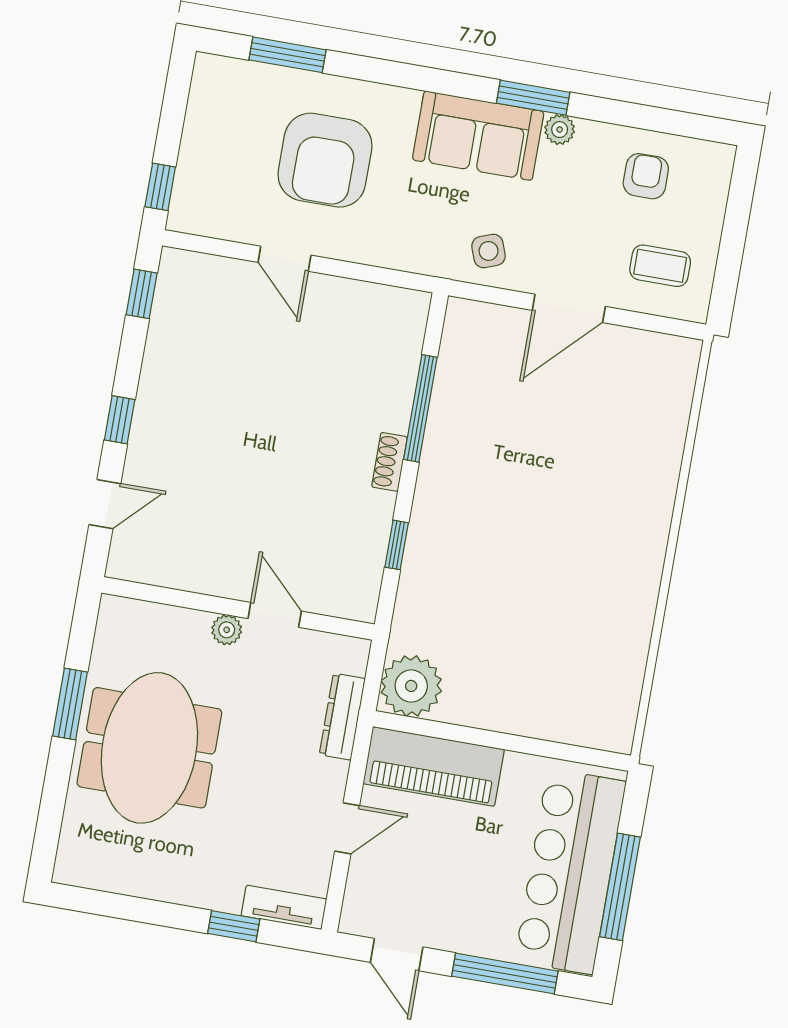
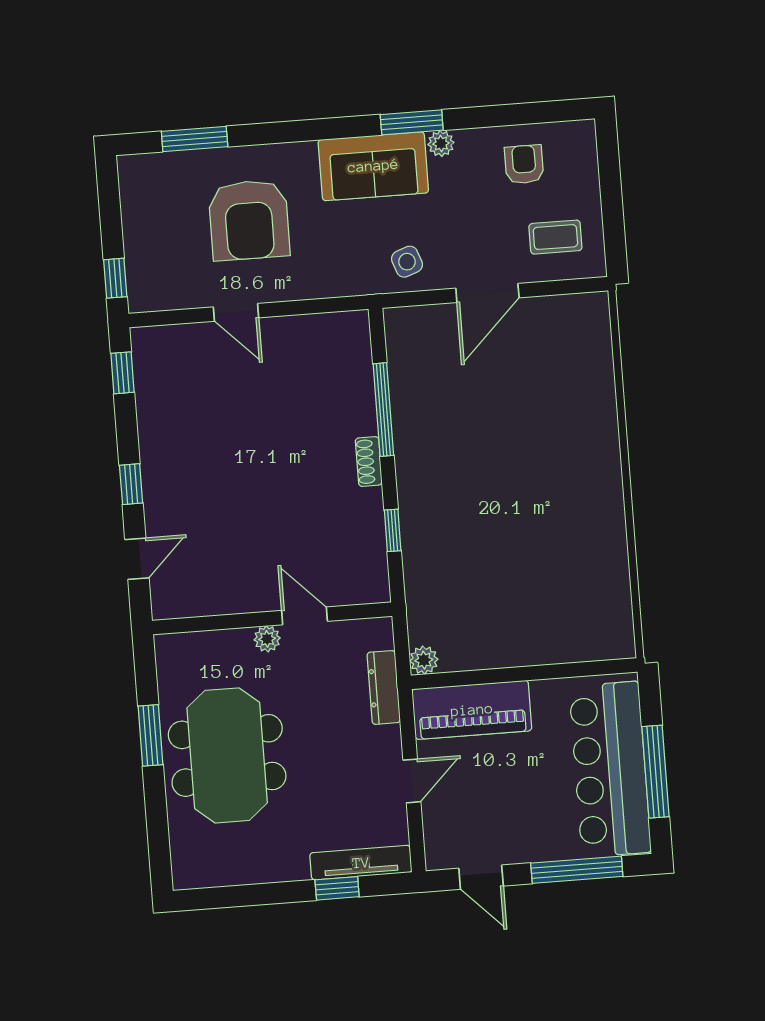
plant: (411, 686) -> (424, 660), width x0.53, depth x0.53
tv unit: (284, 907) -> (361, 863), width x1.41

